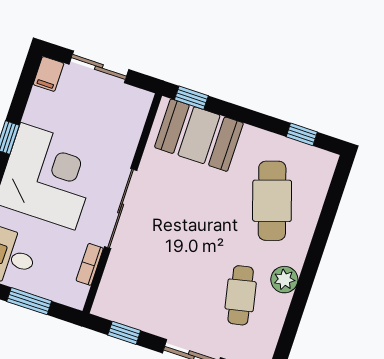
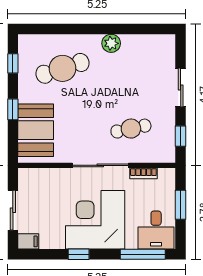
window: (191, 98) -> (13, 109), moved
cafe table: (241, 295) -> (131, 129), moved

